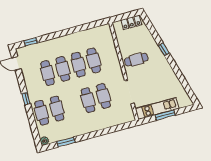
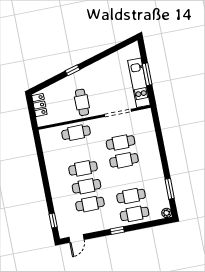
cafe table: (94, 60) -> (76, 133), moved

